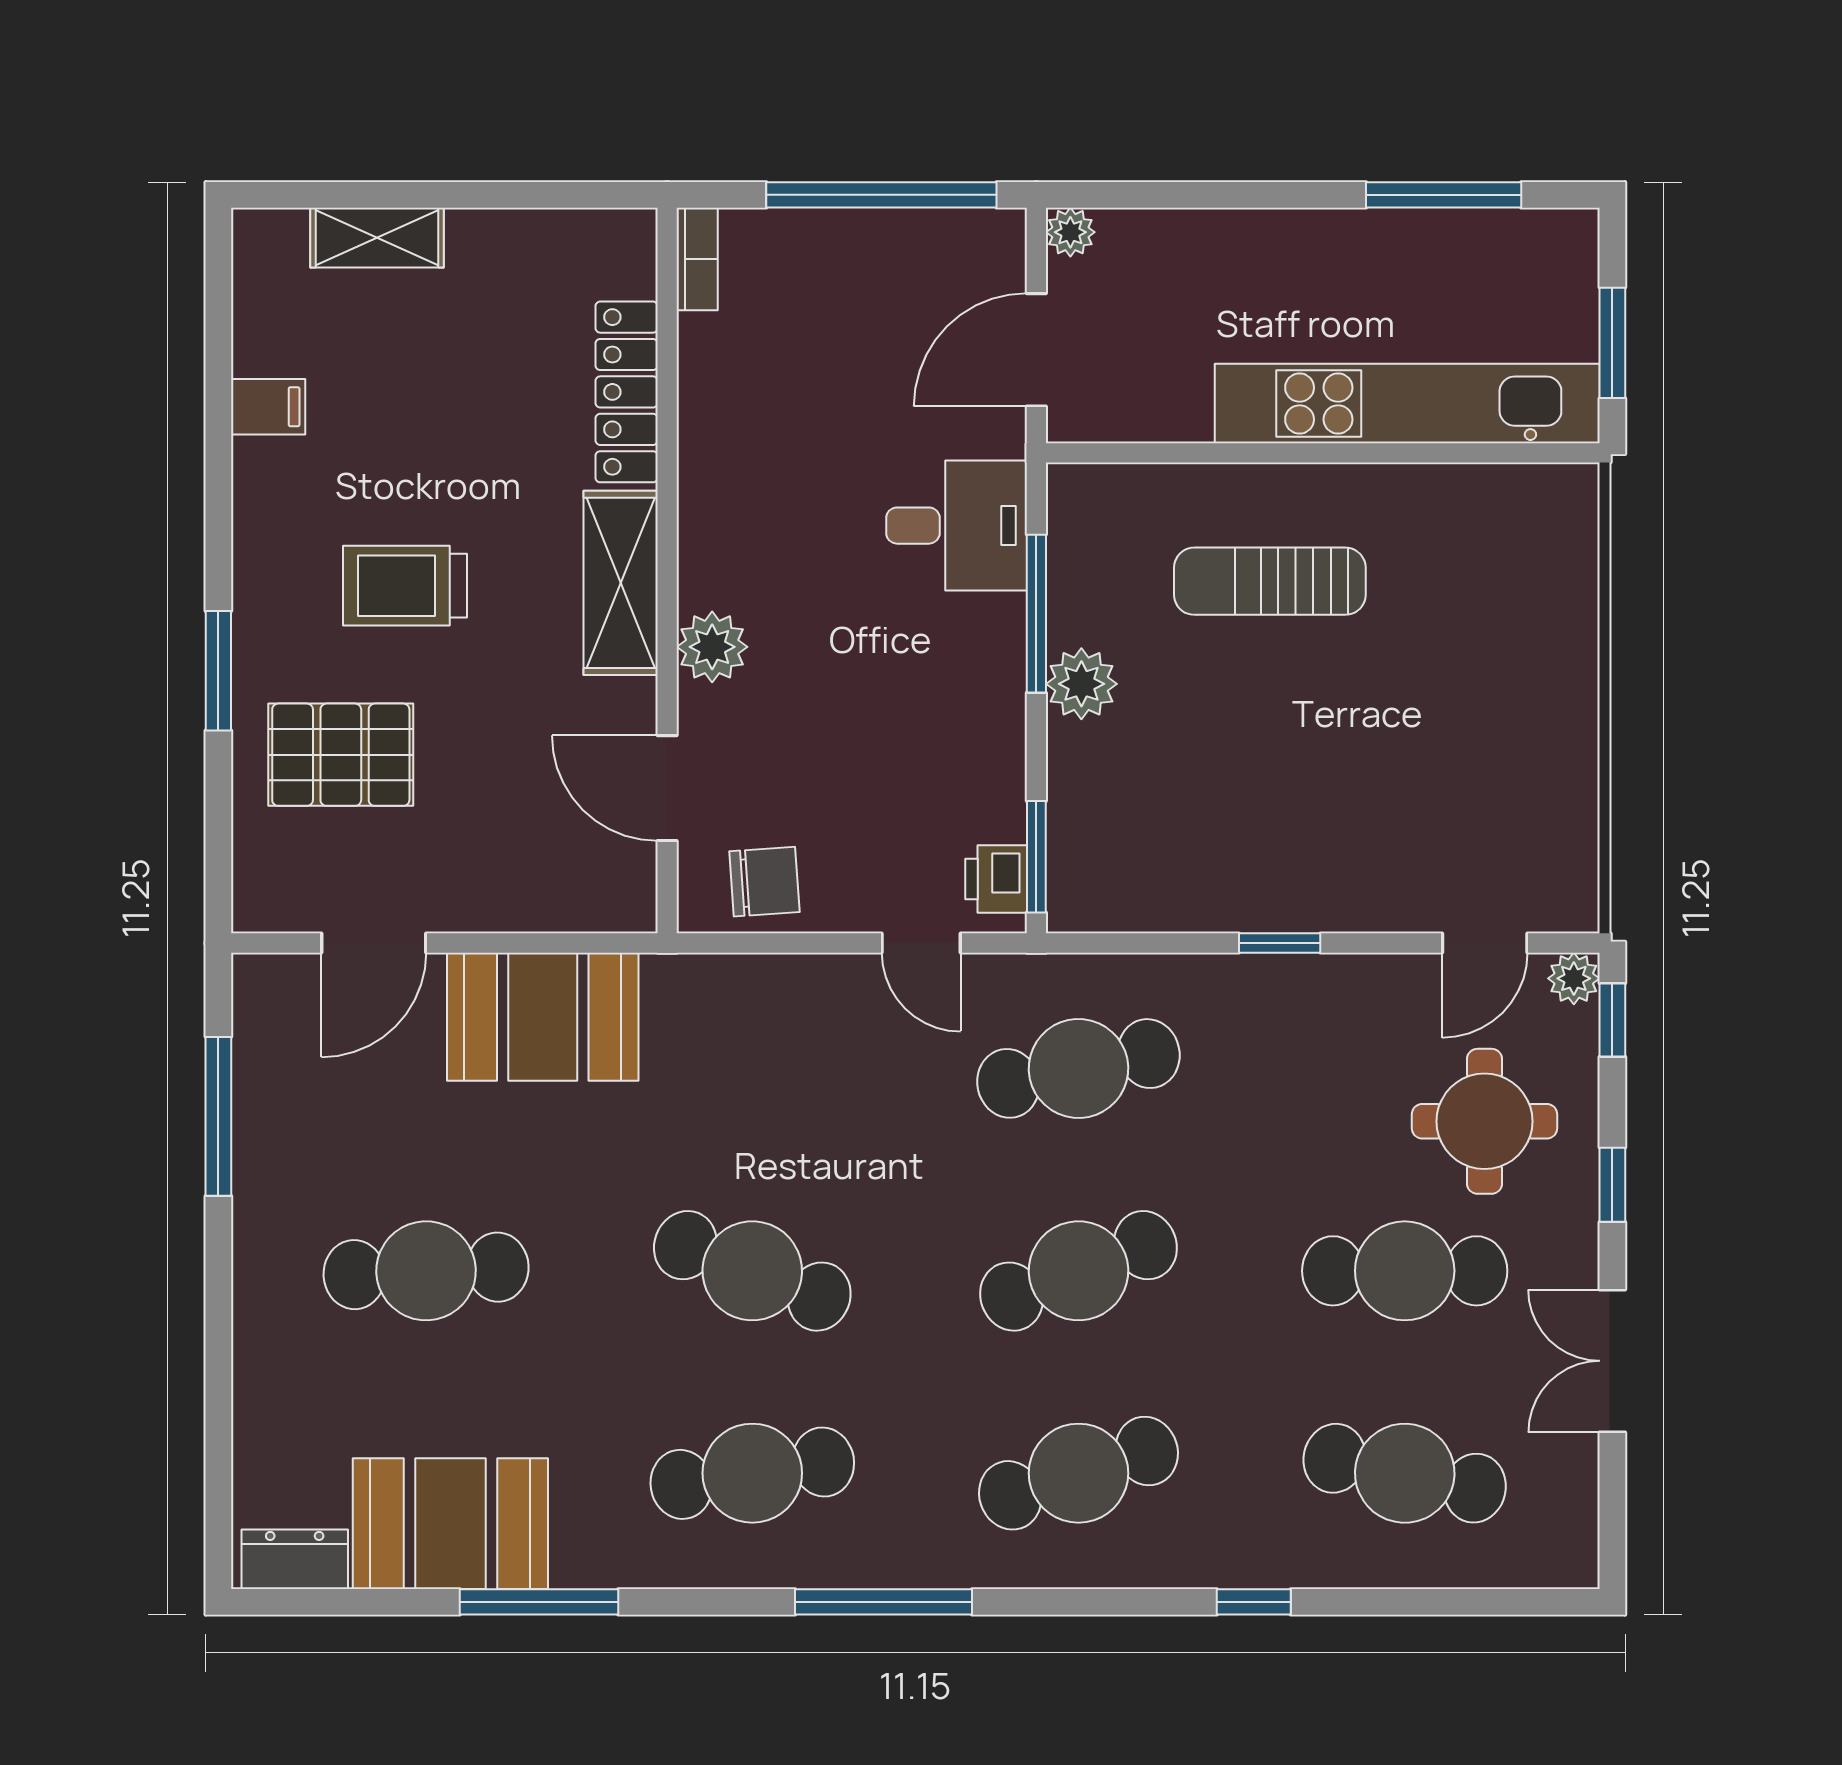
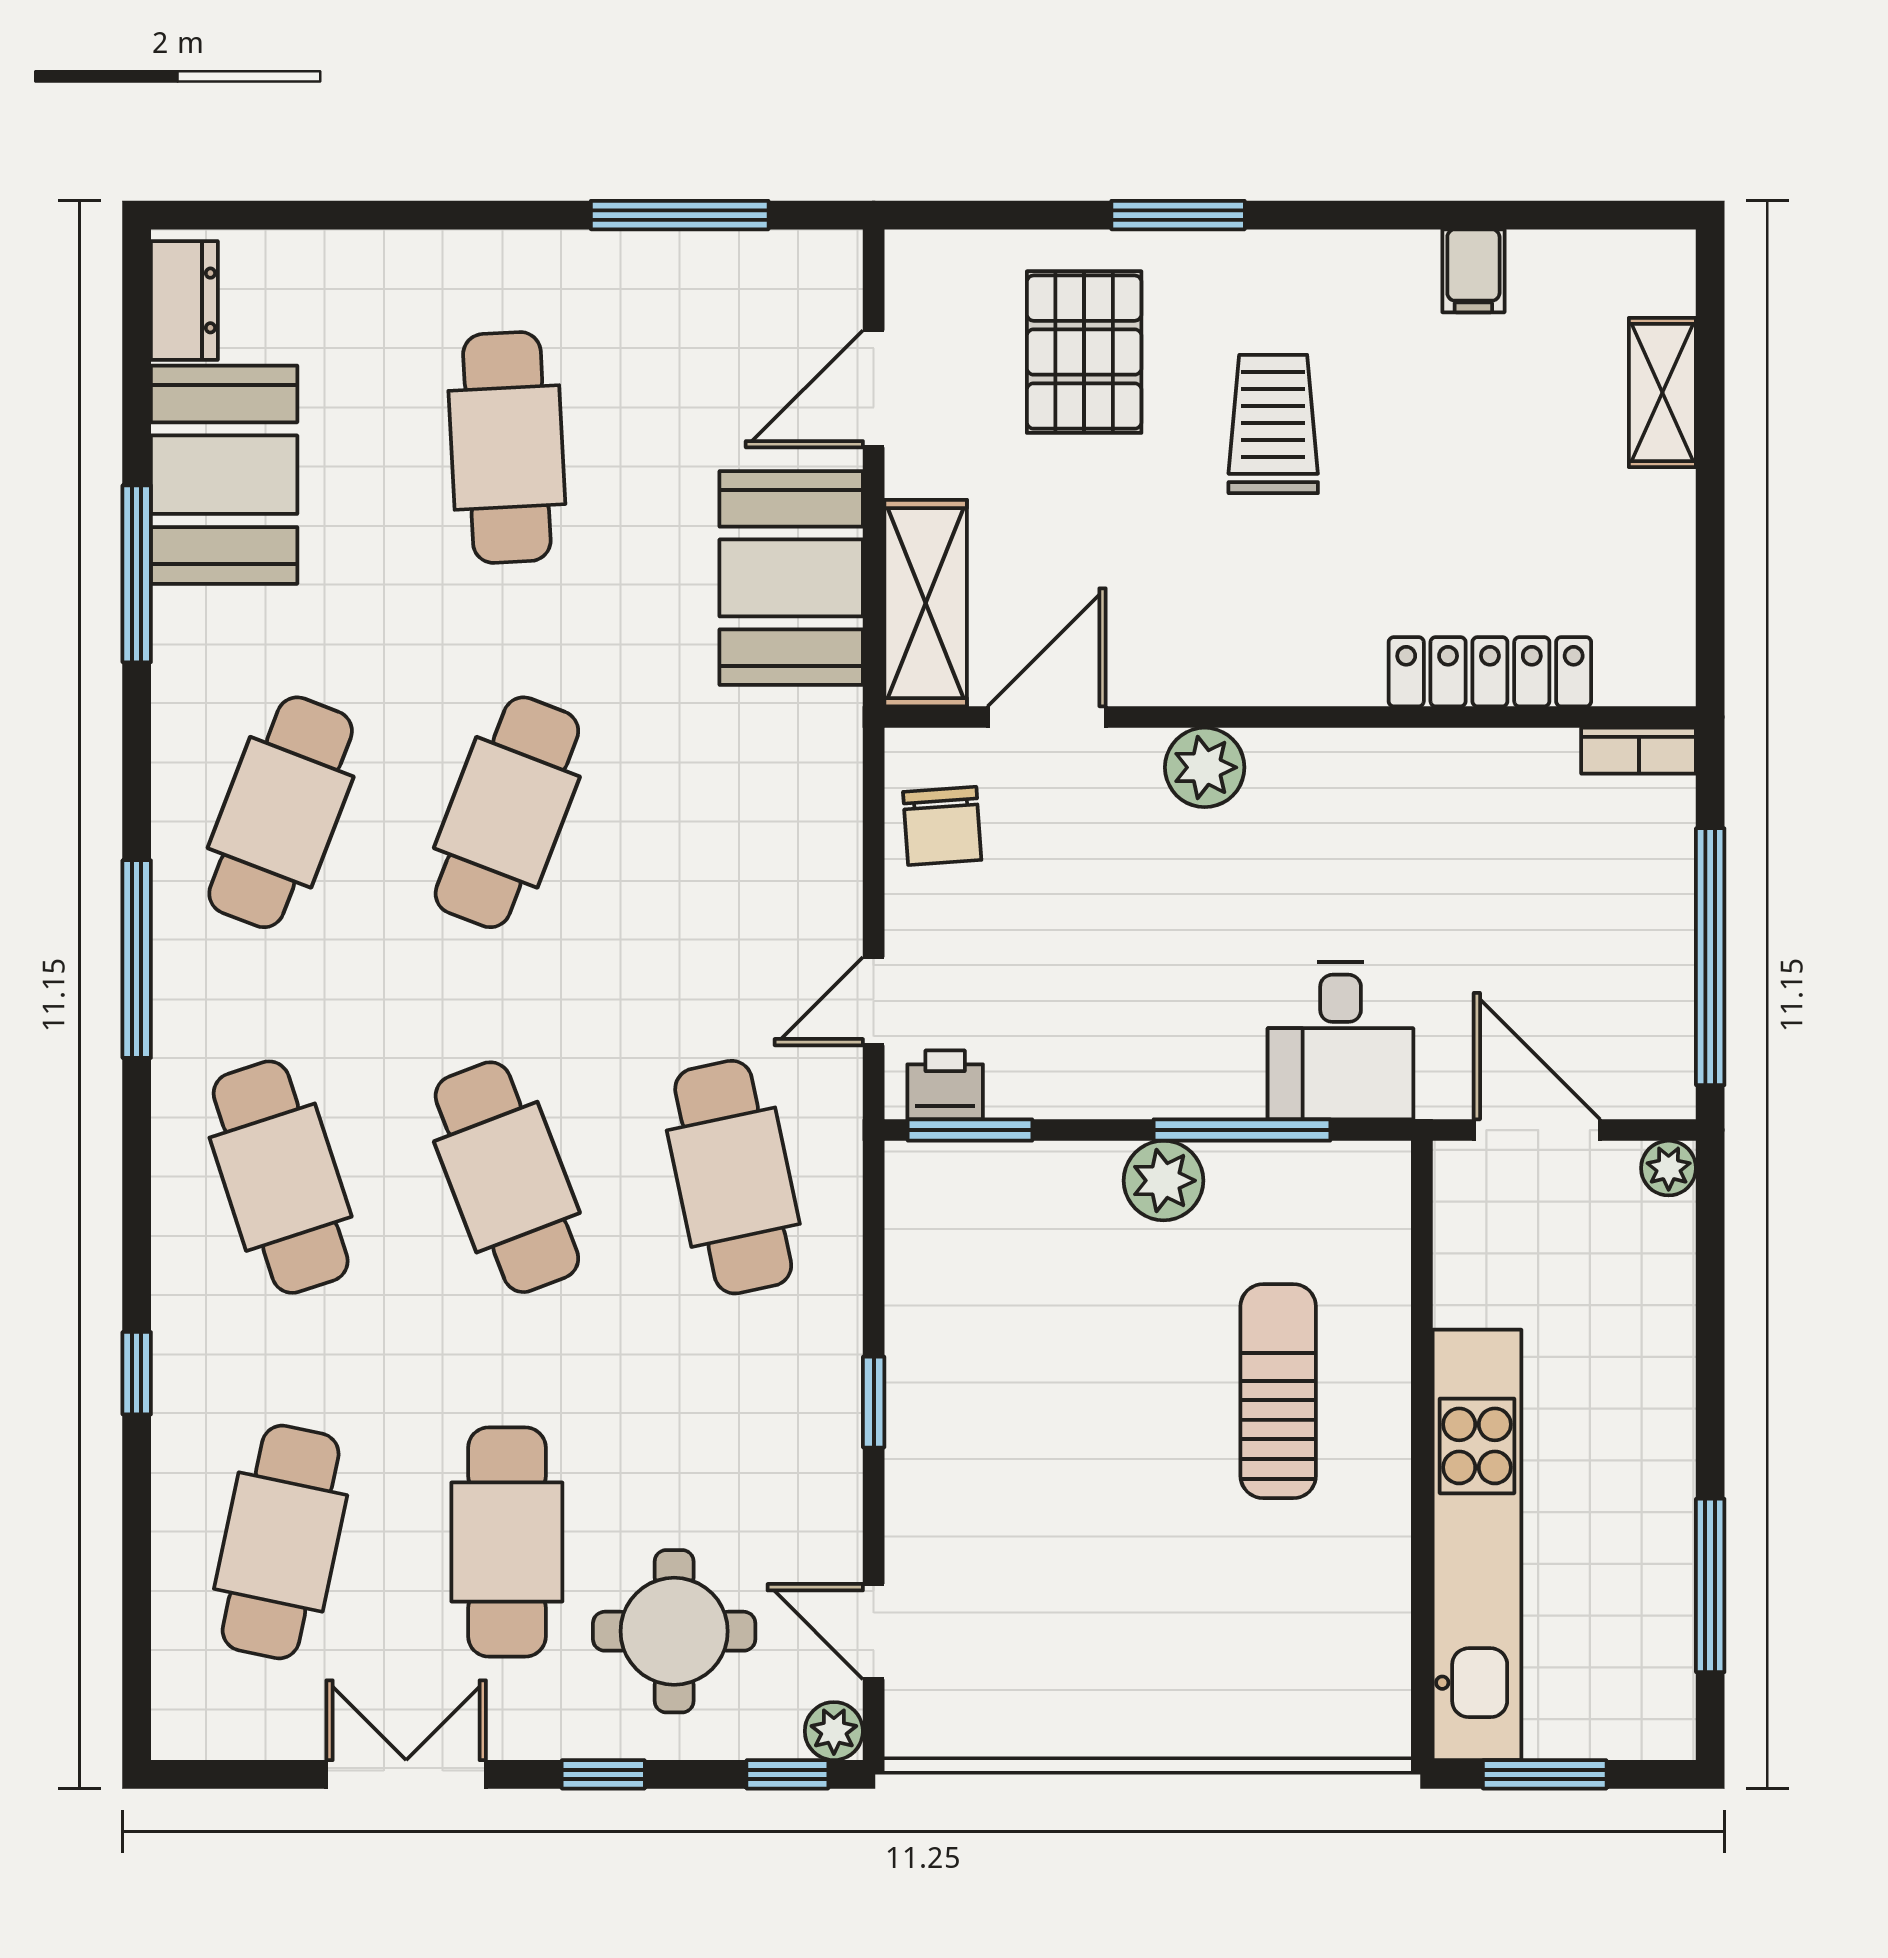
shelving: (621, 583) -> (926, 603), moved, turned 90
door: (374, 943) -> (874, 389), hinge flipped
cafe table: (752, 1473) -> (281, 812), turned 30

